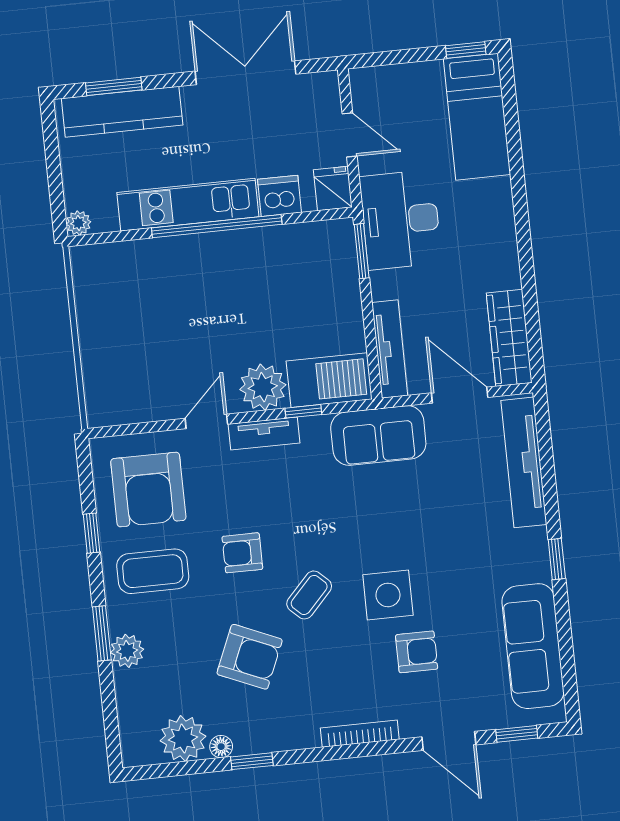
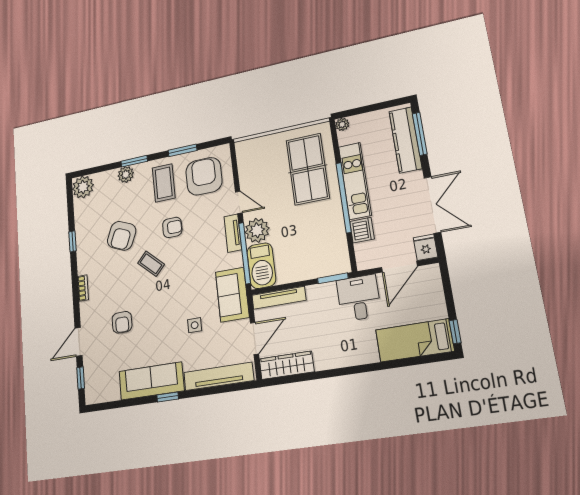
window: (114, 86) -> (420, 134), width x1.44
door: (350, 135) -> (399, 267), width x1.38
fridge: (333, 188) -> (426, 247), moved, turned -90
desk: (401, 220) -> (359, 298), width x0.73
table tennis table: (156, 290) -> (308, 169), added
window: (303, 411) -> (245, 253), width x3.17
armchair: (148, 490) -> (204, 176), turned 90
window: (91, 533) -> (182, 150), width x1.50
armchair: (242, 553) -> (172, 227), turned 90
side table: (388, 595) -> (195, 325), moved, width x0.54, depth x0.54
sofa: (533, 646) -> (151, 381), moved
bookcase: (360, 734) -> (83, 288), width x0.64
plant: (183, 739) -> (83, 187), moved
floor lamp: (221, 747) -> (80, 225), removed

